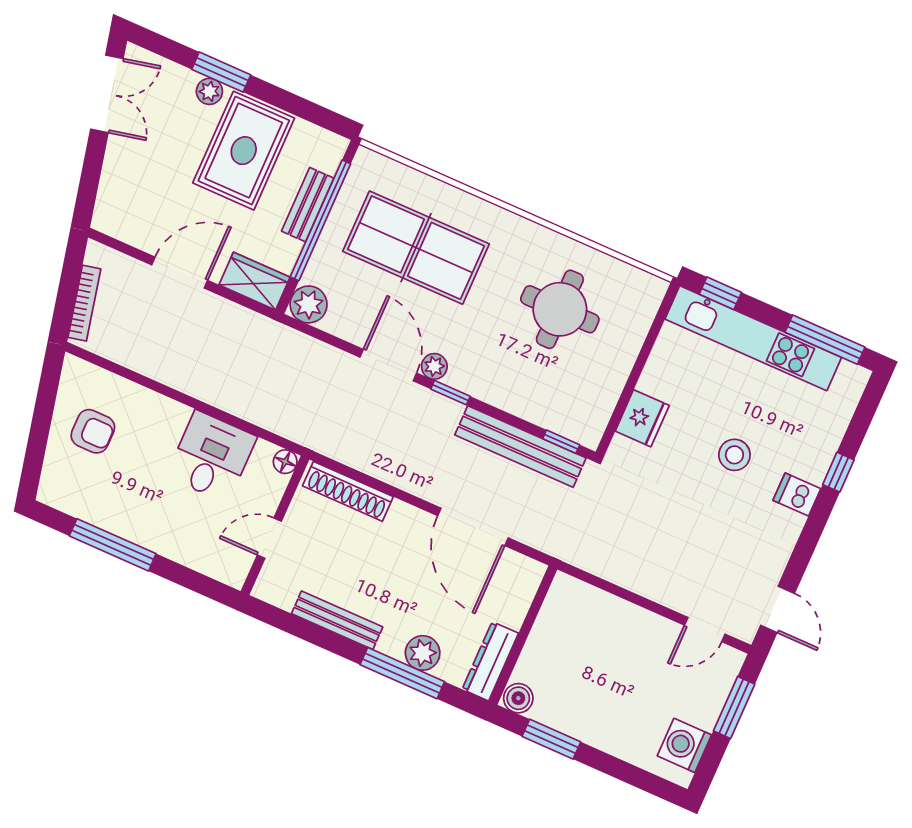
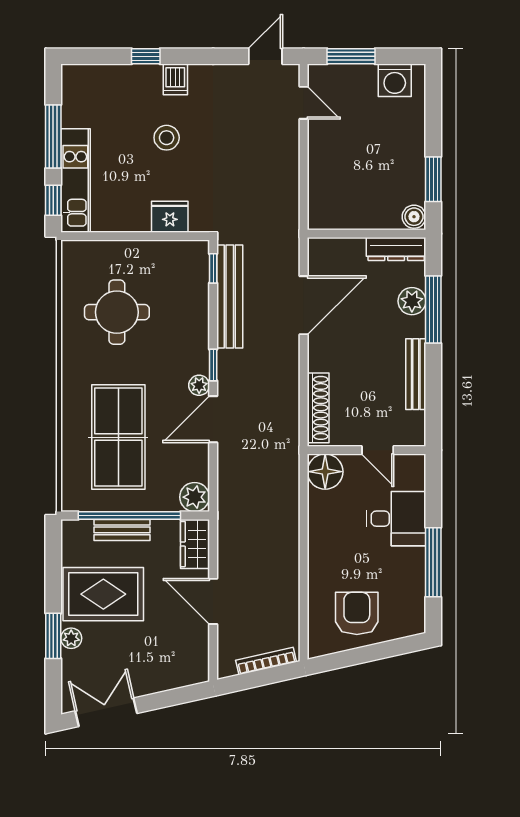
kitchen unit: (753, 338) -> (75, 181), width x0.73
window: (825, 340) -> (53, 136), moved
armchair: (93, 431) -> (357, 613), width x1.38, depth x1.38
desk: (211, 457) -> (396, 519), moved, turned 180
floor lamp: (285, 462) -> (325, 472), width x1.89, depth x1.89

